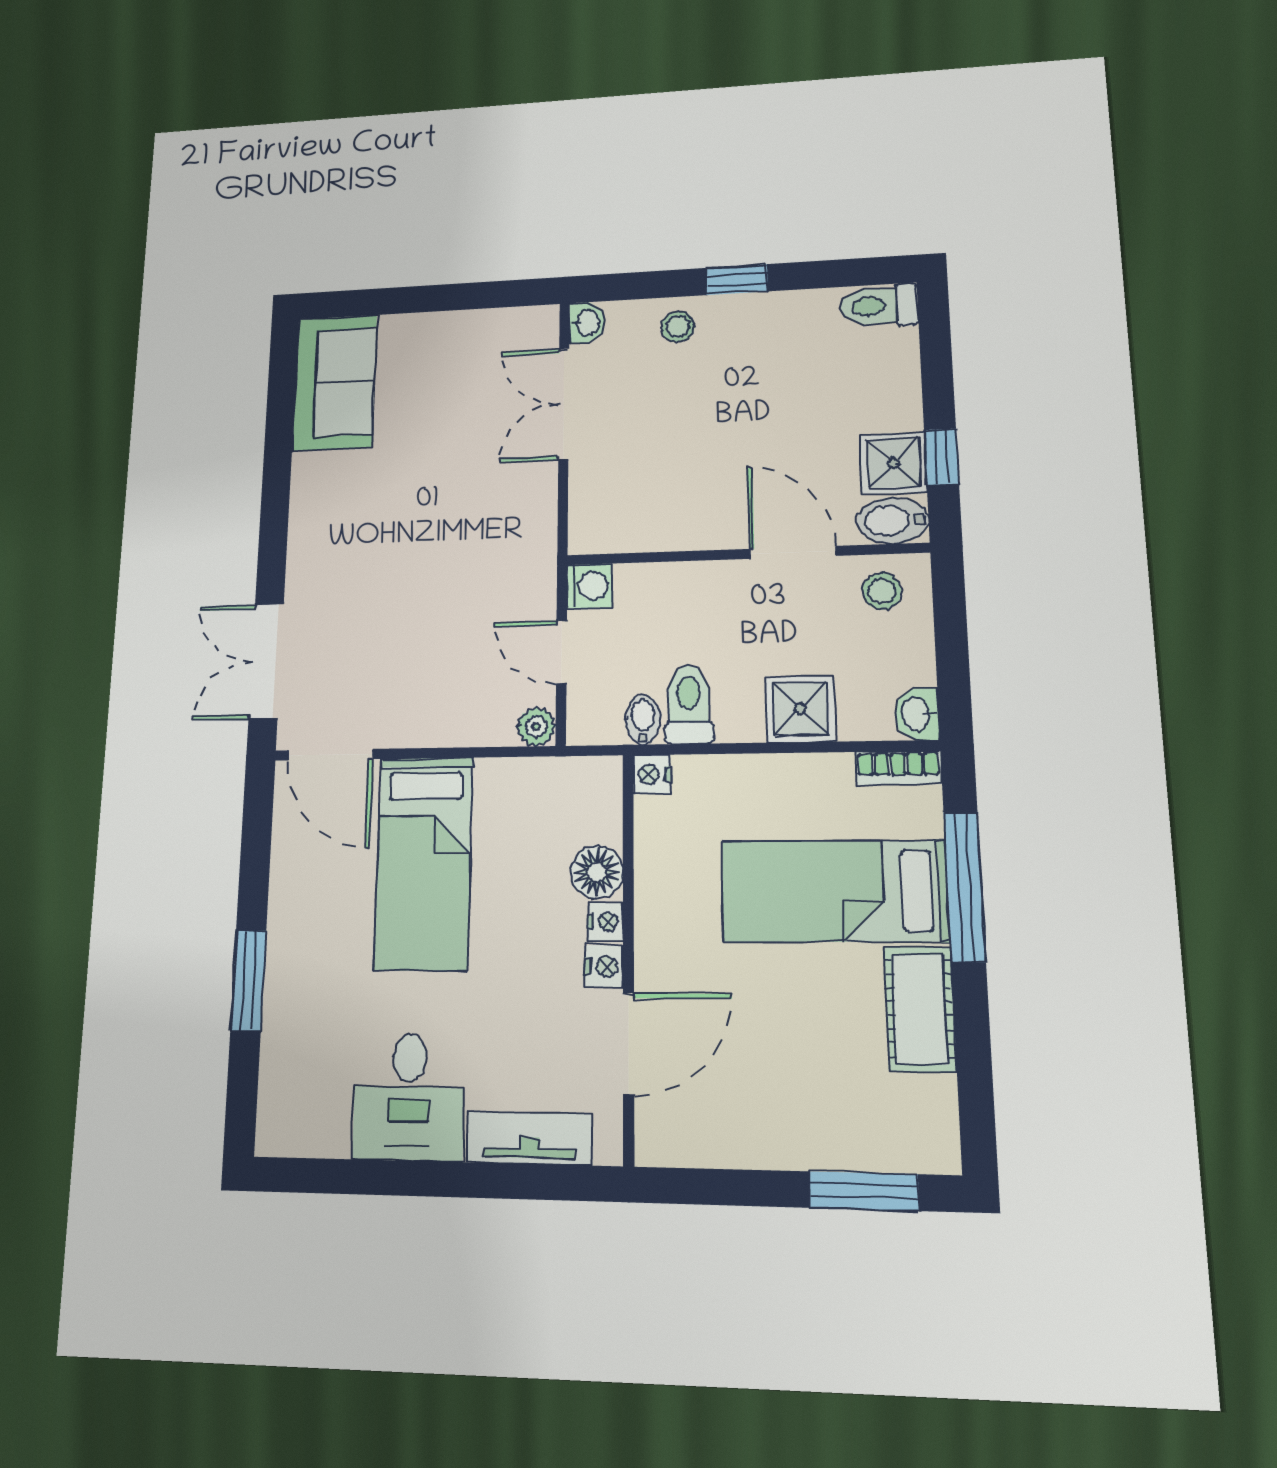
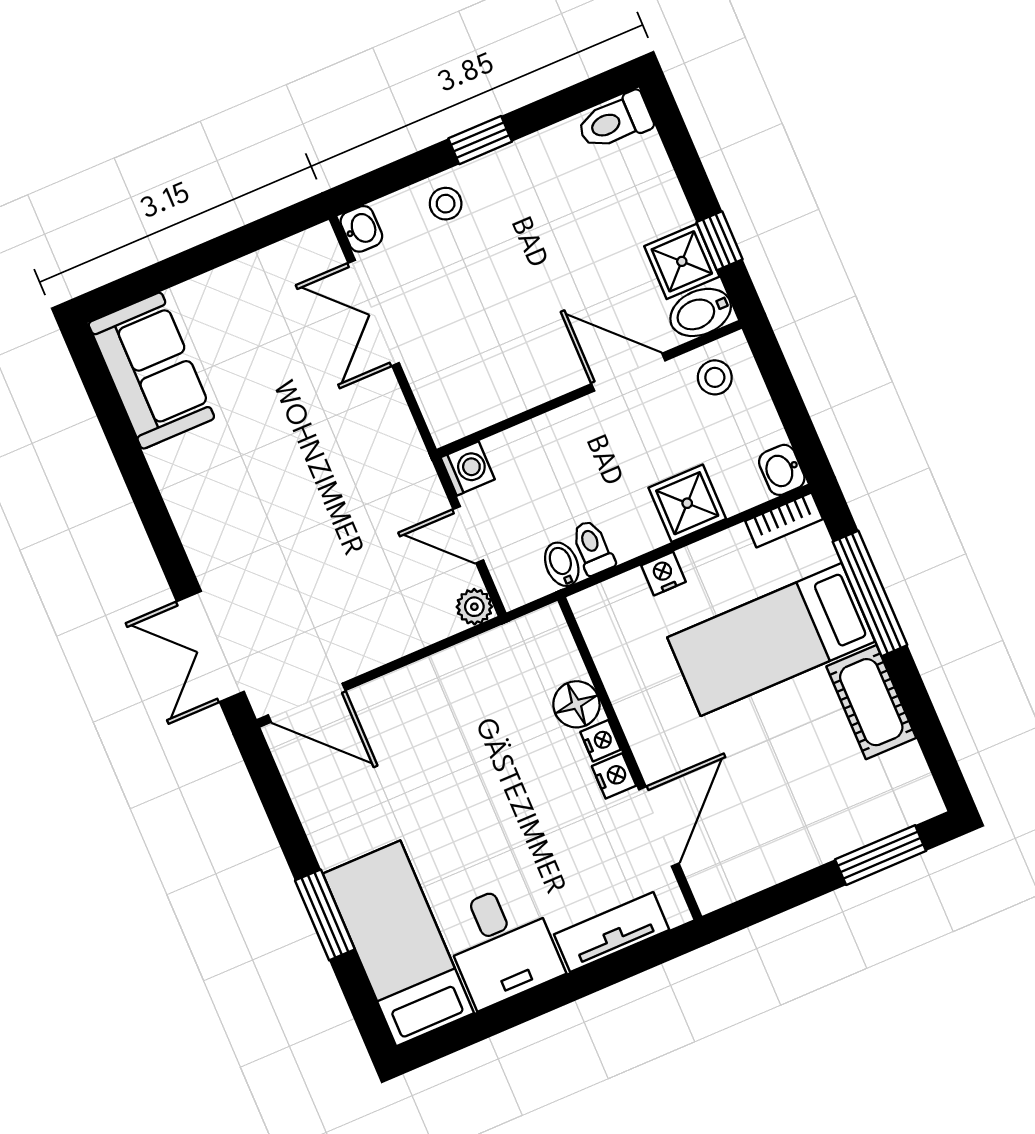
toilet: (689, 704) -> (593, 548), width x0.73, depth x0.72
nightstand: (652, 774) -> (663, 574), moved, turned 90
bed: (424, 863) -> (398, 943), moved, turned 180

